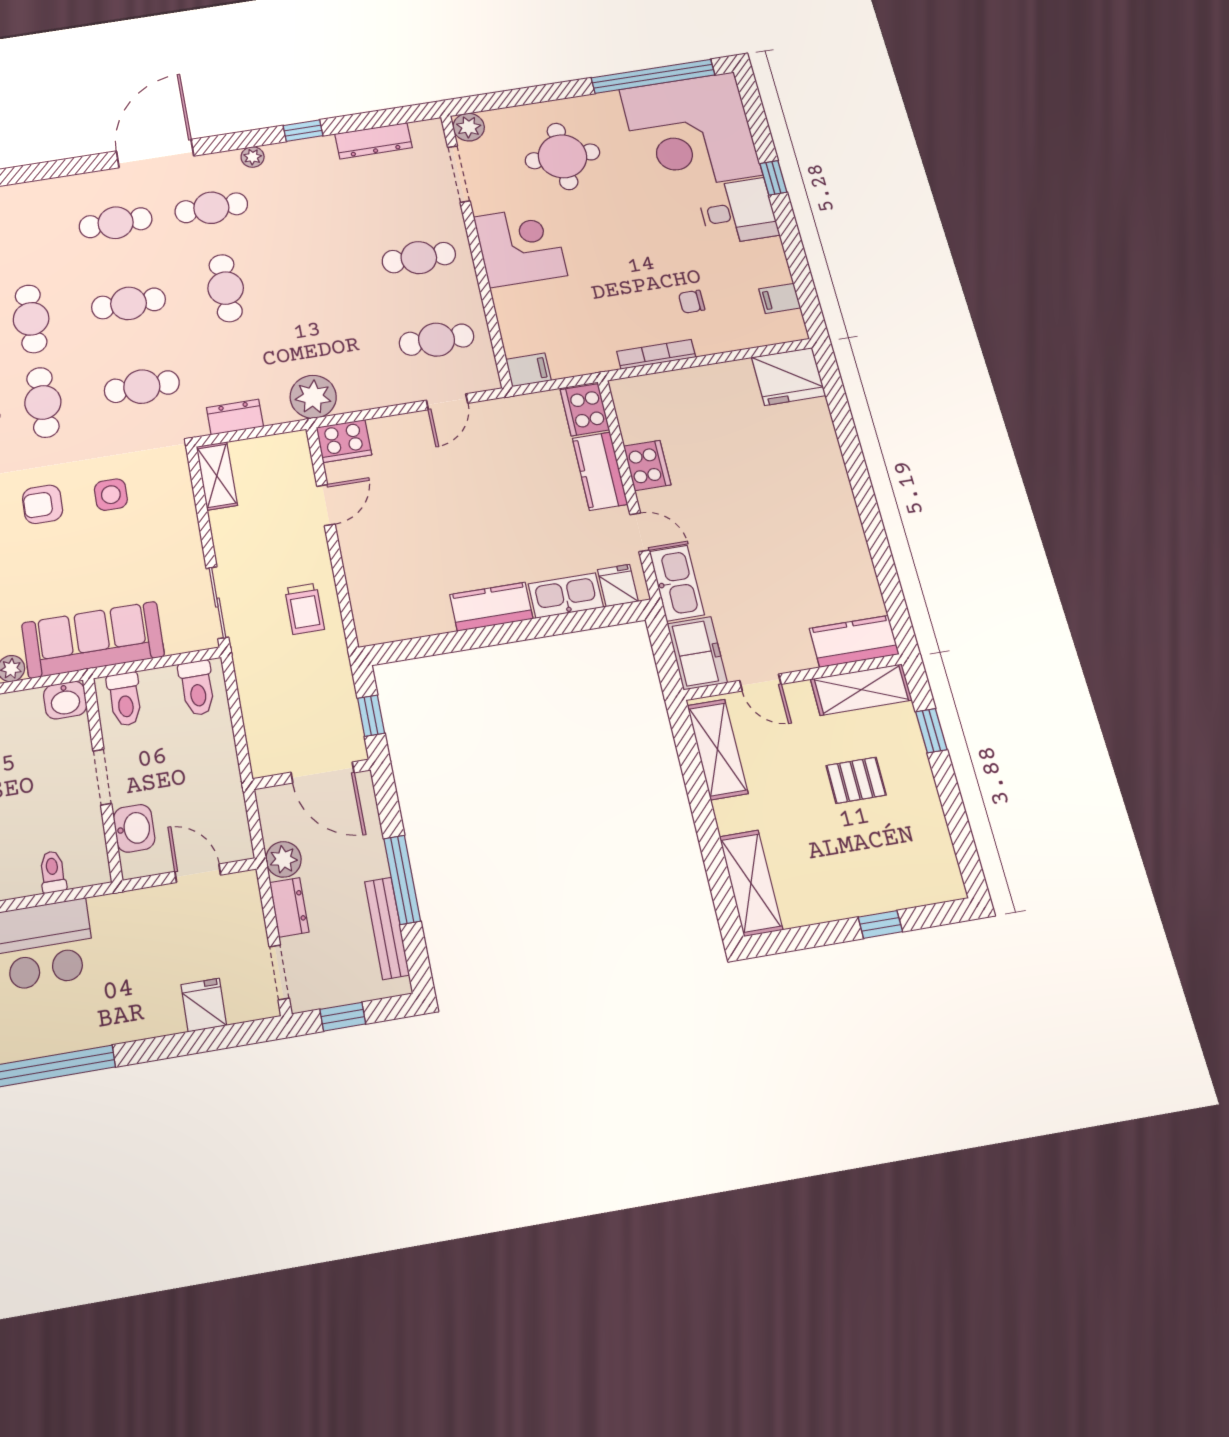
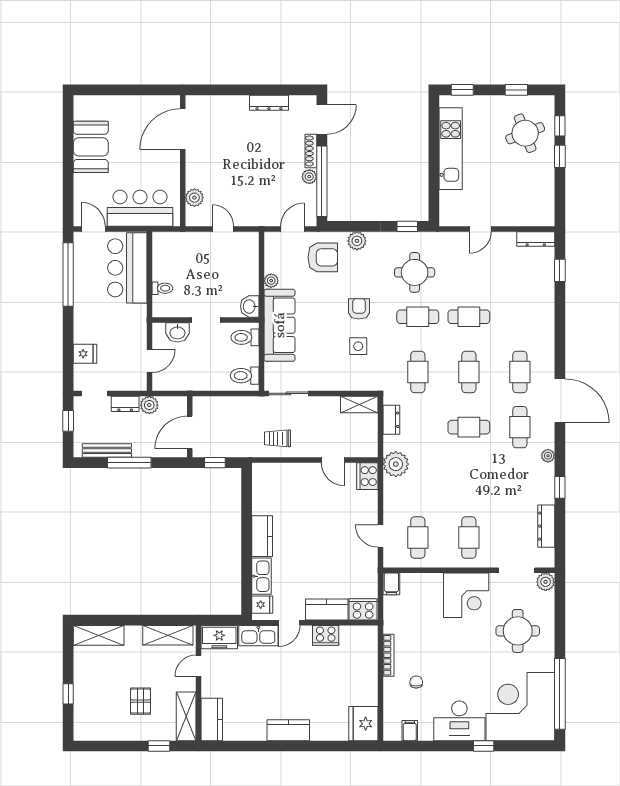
desk: (738, 211) -> (459, 721), width x1.37
kitchen counter: (836, 502) -> (288, 730), added

